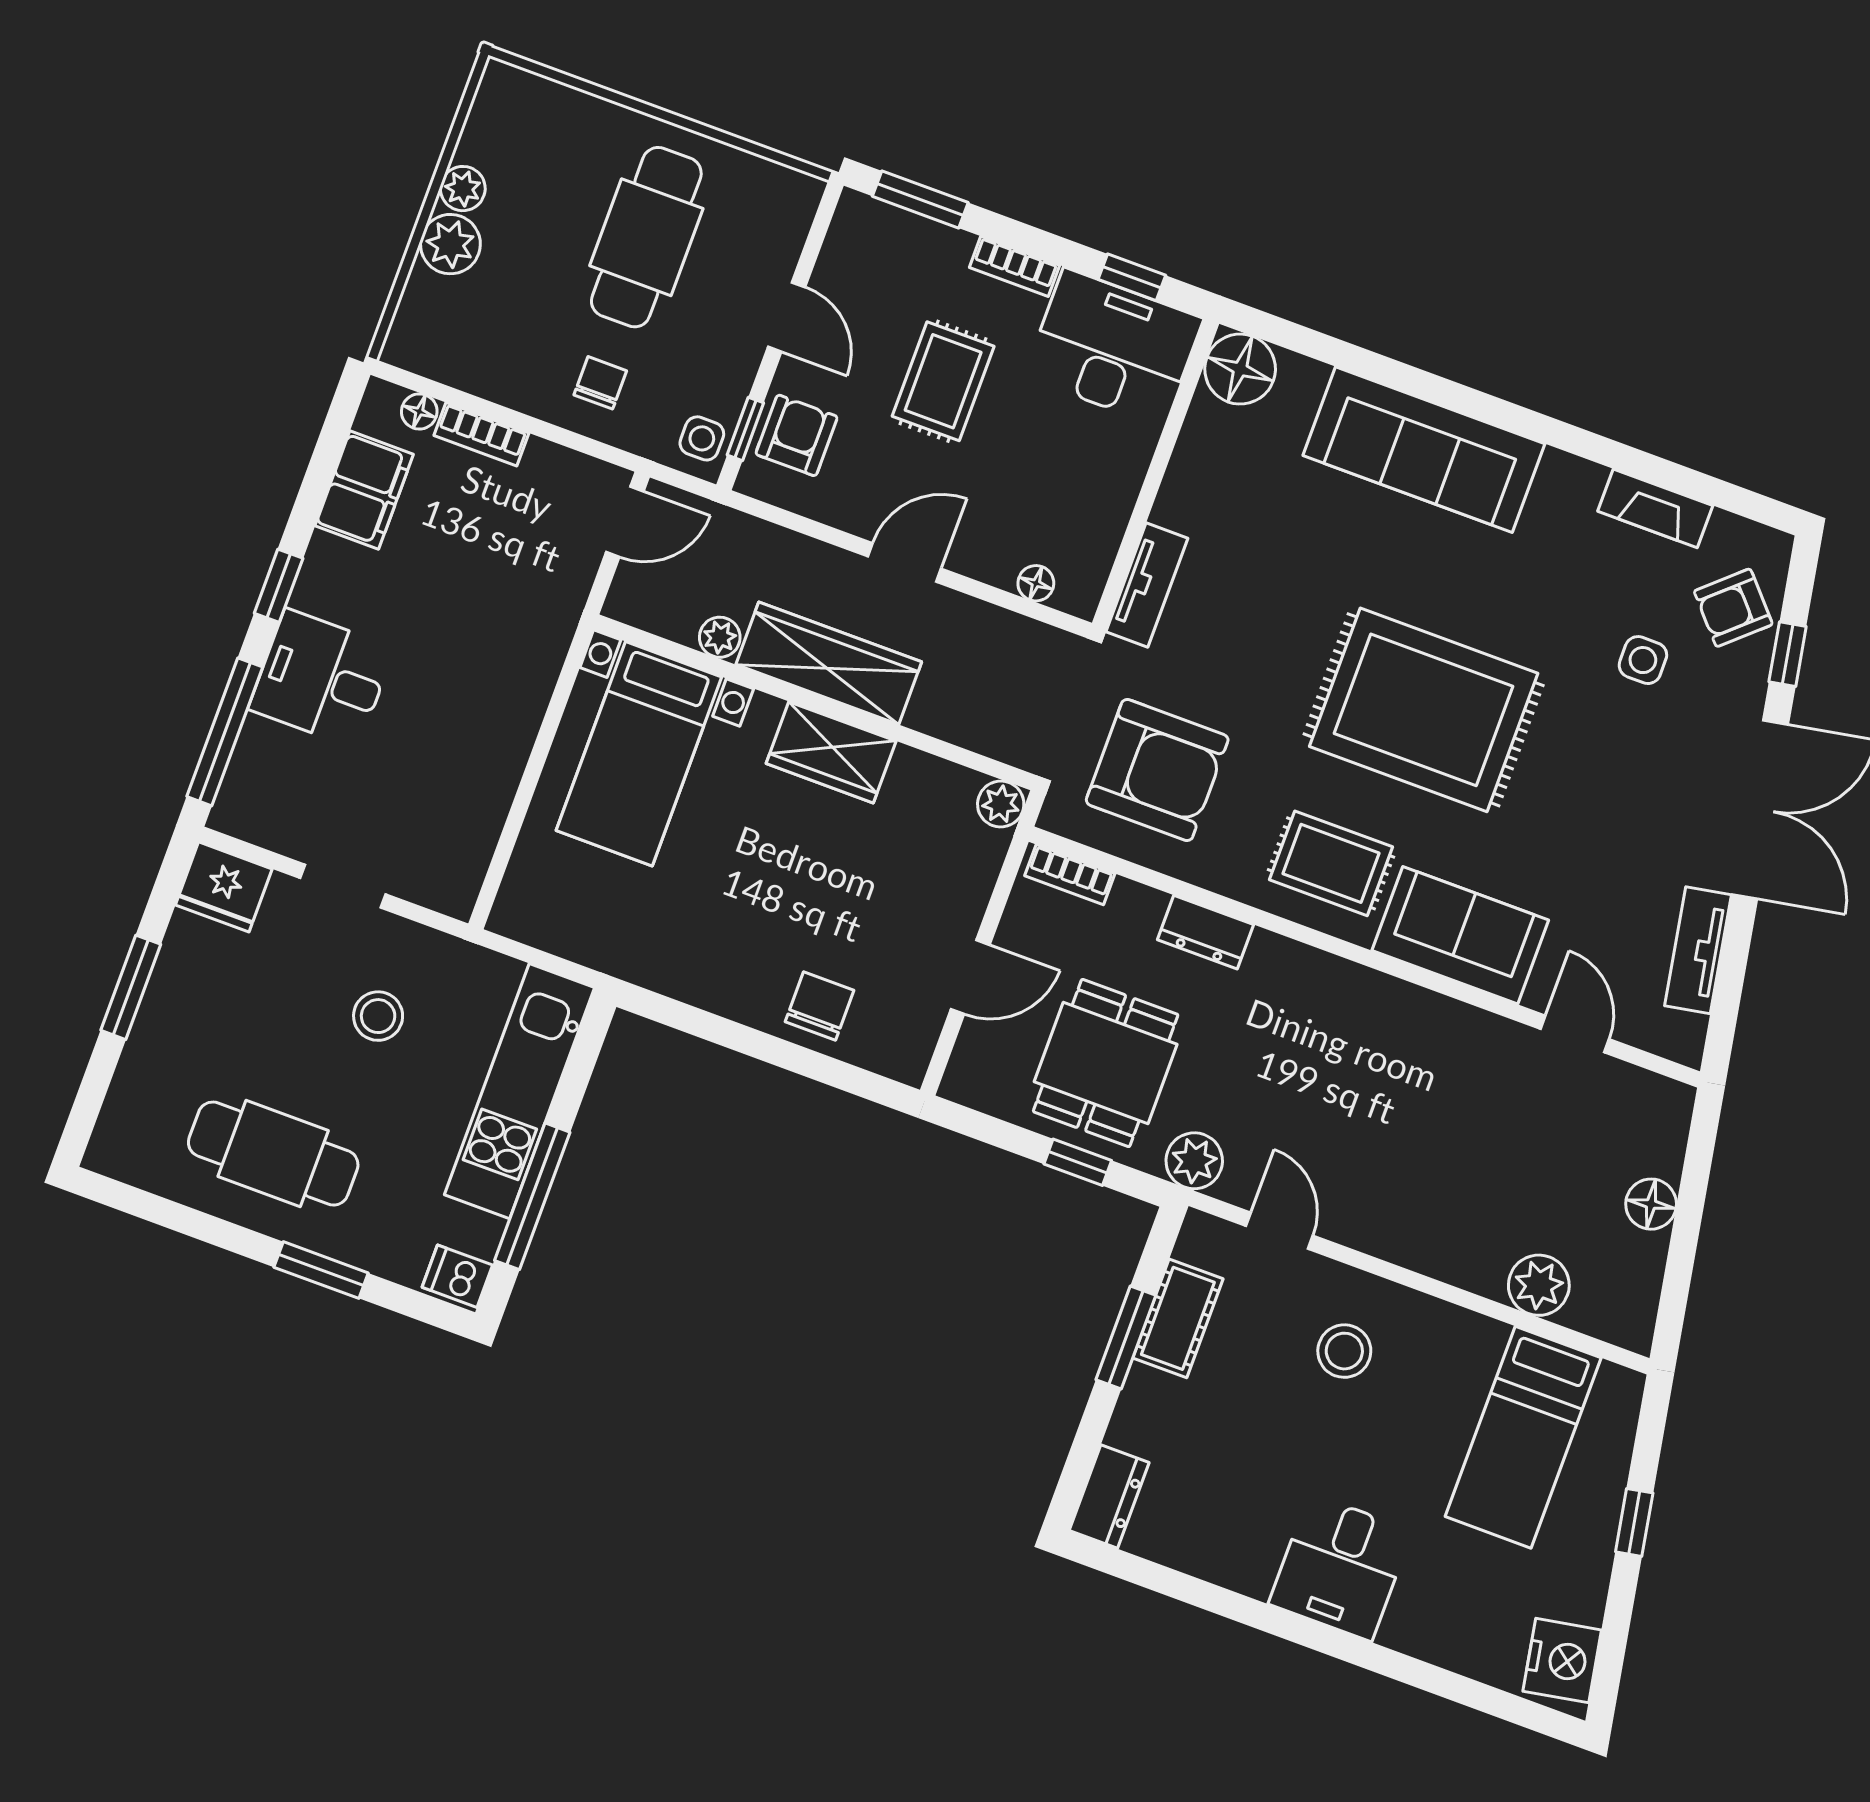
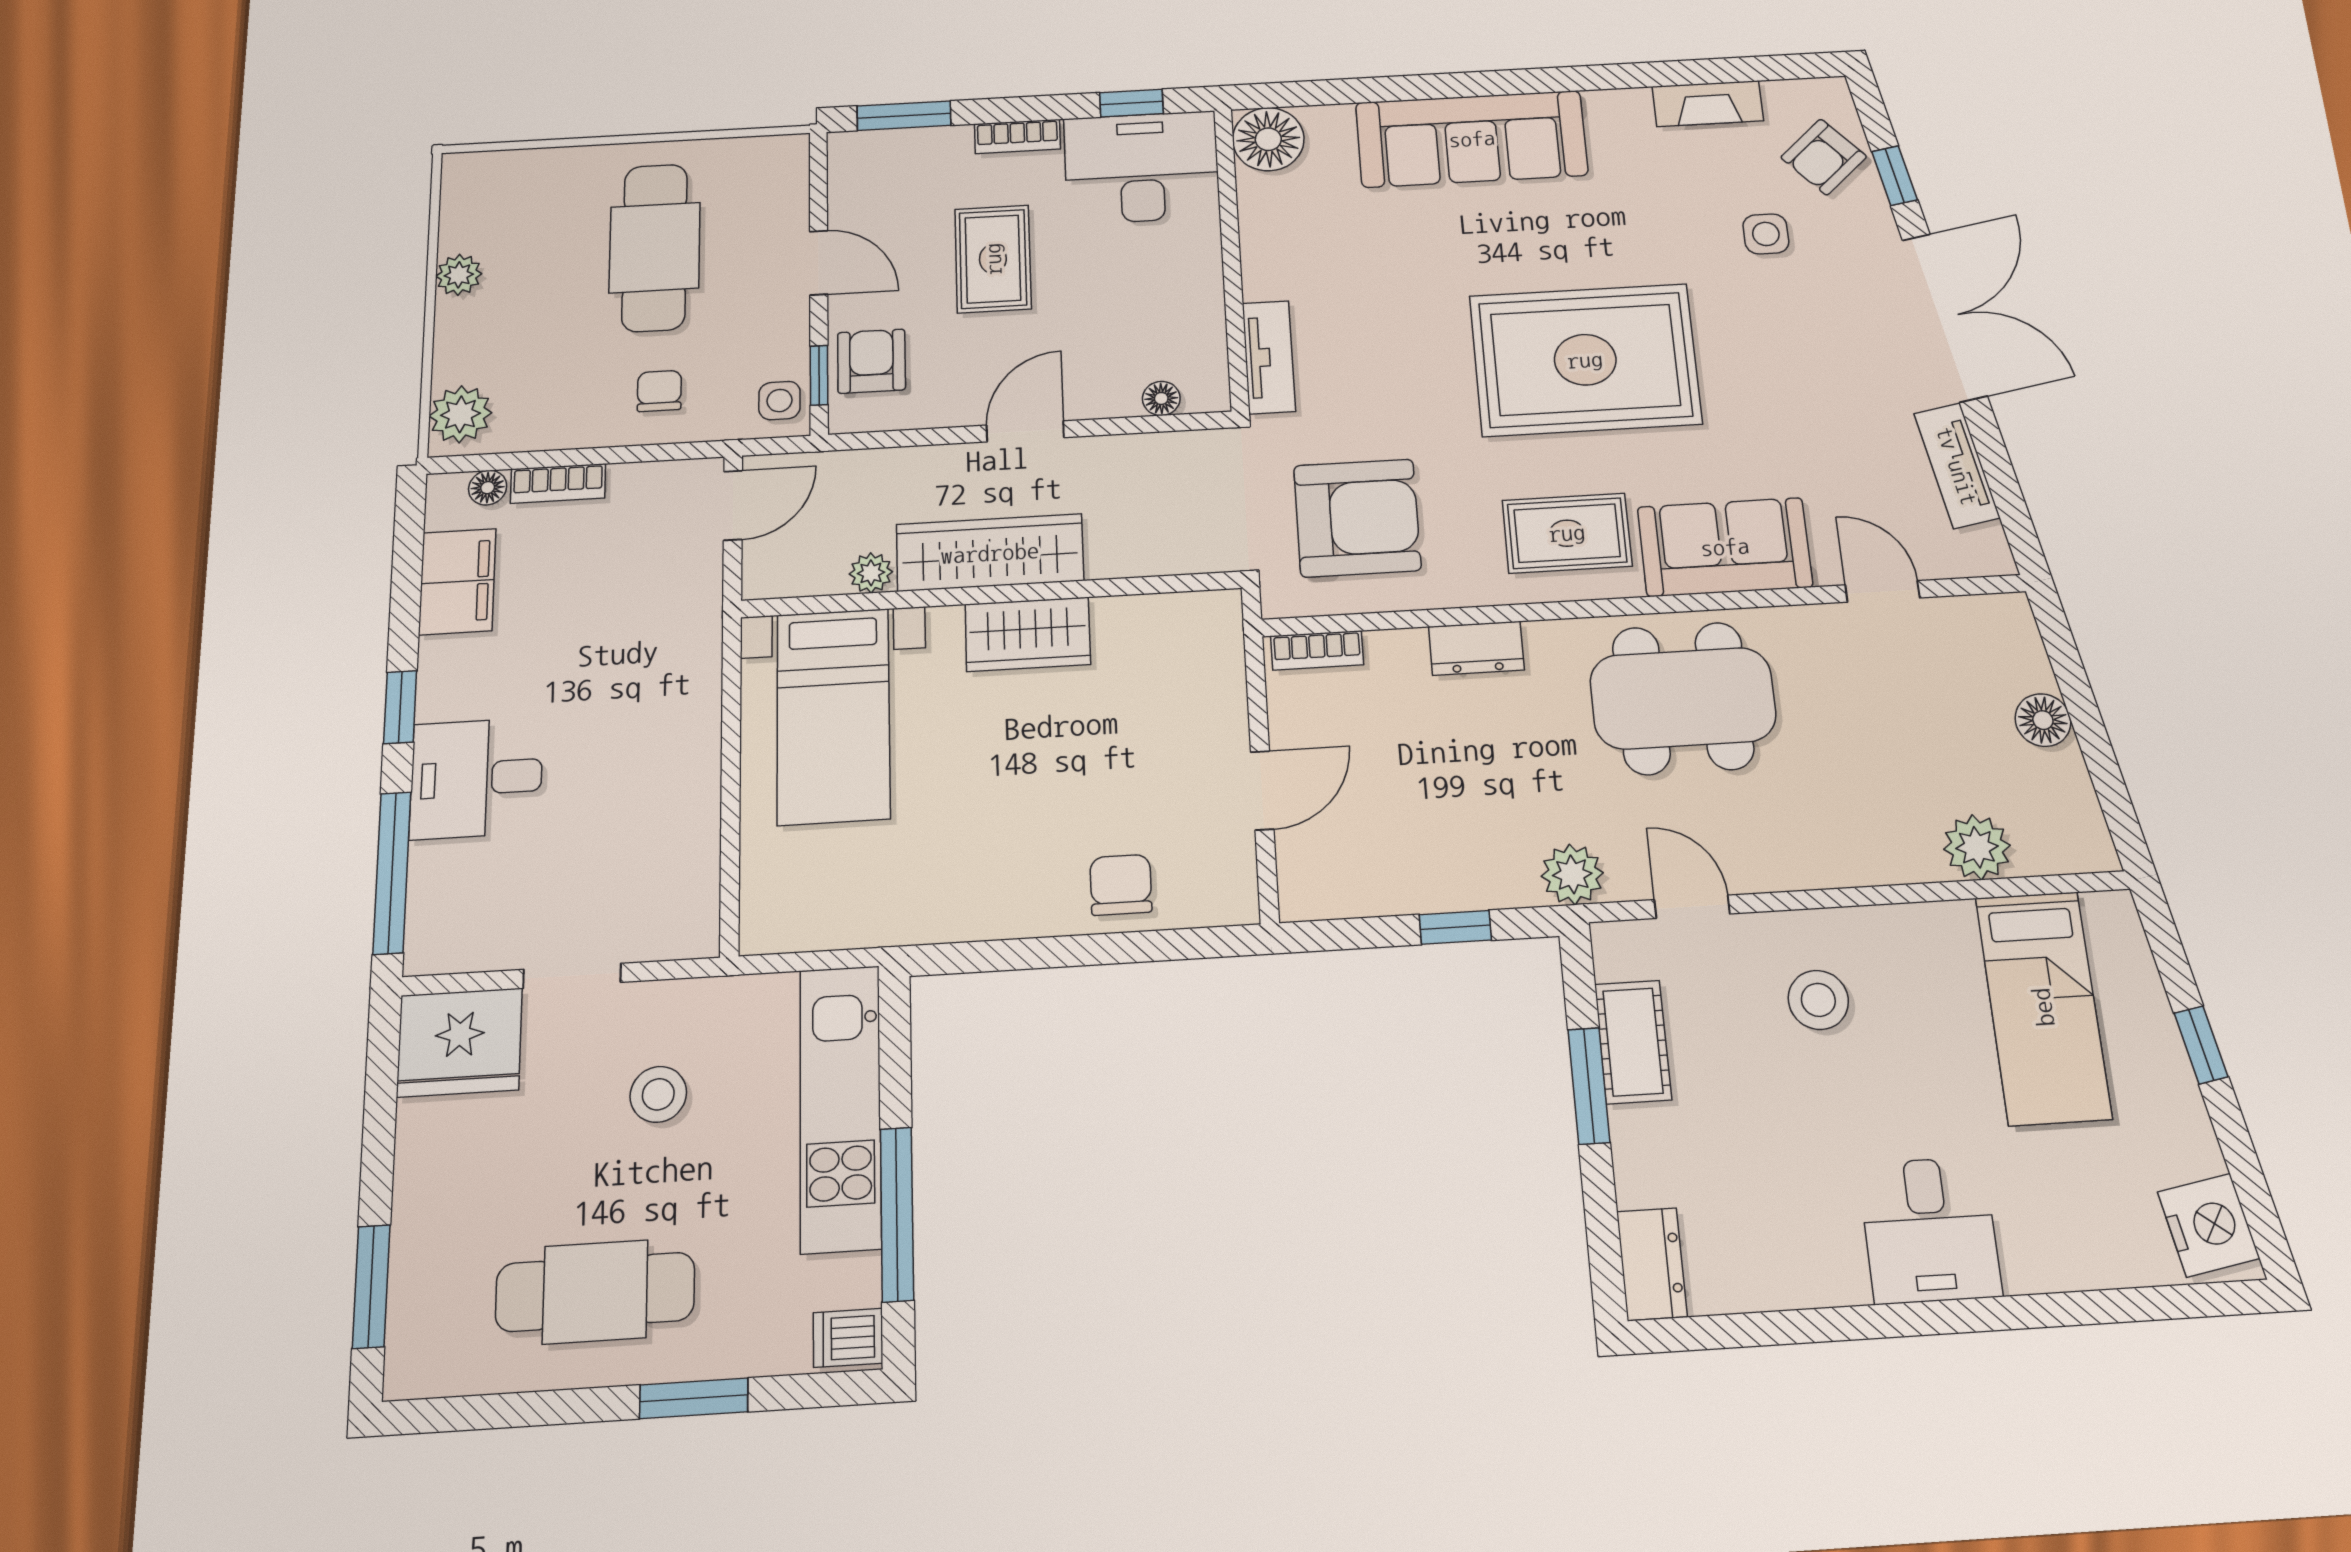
plant: (450, 244) -> (460, 414), moved
plant: (1001, 804) -> (1218, 613), removed
fridge: (224, 887) -> (460, 1042), width x1.36, depth x1.34
window: (131, 987) -> (371, 1286), moved
dining table: (1106, 1063) -> (1683, 698), moved, width x1.38

